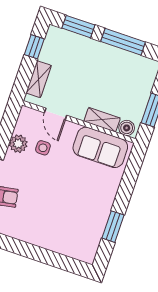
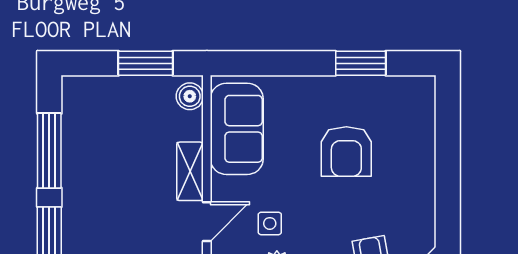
shelving: (102, 120) -> (190, 171), moved
armchair: (68, 203) -> (346, 152), added

